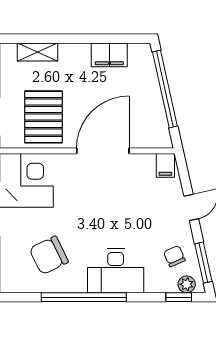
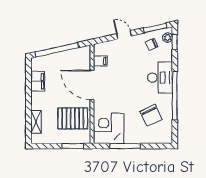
filing cabinet: (165, 165) -> (100, 61), moved

